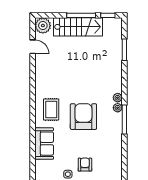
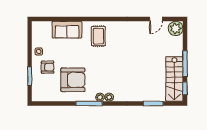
stairs: (78, 27) -> (174, 79), moved
rug: (51, 109) -> (98, 36), turned 90
armchair: (83, 117) -> (73, 80), moved

